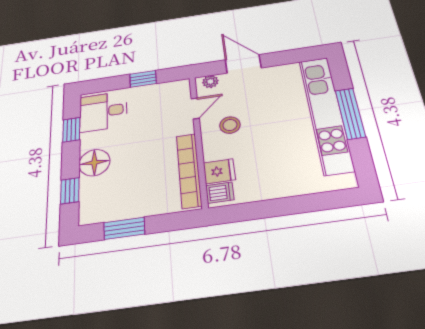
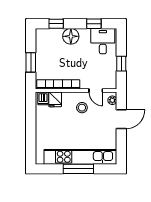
window: (124, 228) -> (31, 62), moved

